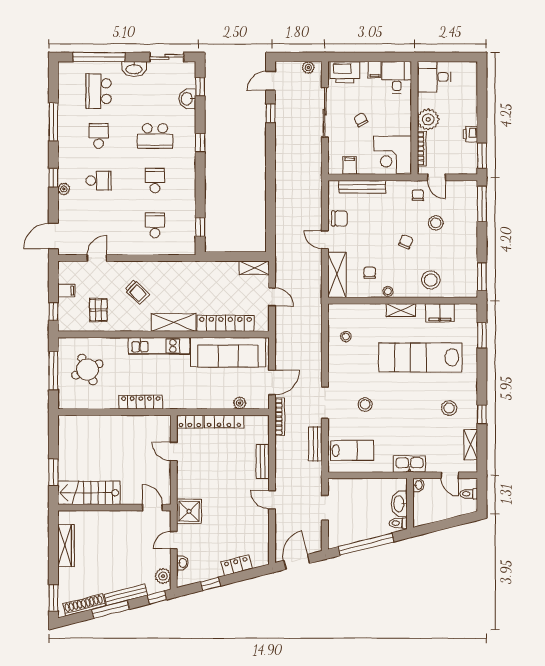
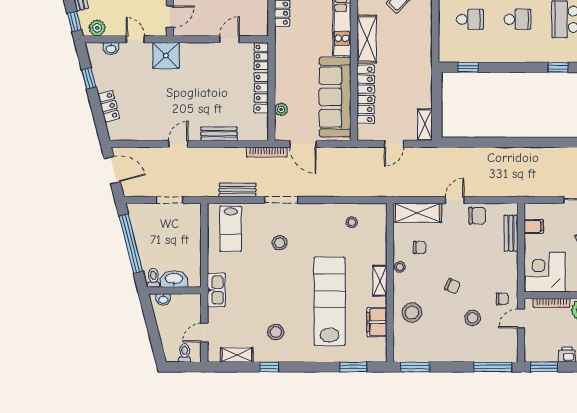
bench: (362, 187) -> (511, 233), width x0.73
chair: (340, 219) -> (477, 216), turned -90
washbasin: (418, 485) -> (163, 299), moved

